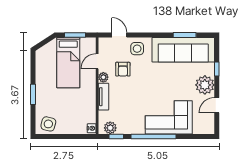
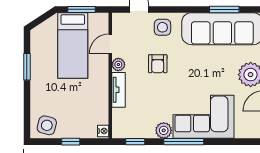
armchair: (123, 69) -> (158, 64), moved
window: (33, 94) -> (27, 67), moved
plant: (110, 128) -> (164, 130), moved
window: (67, 136) -> (71, 142), added
window: (154, 136) -> (184, 142), width x0.68

